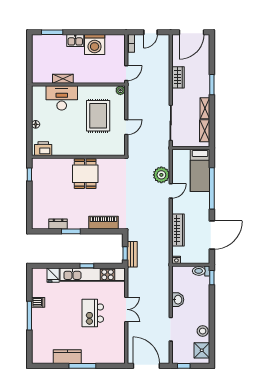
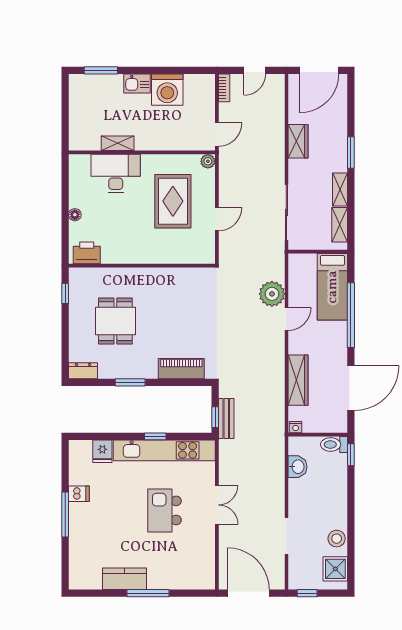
dining table: (85, 174) -> (115, 321), moved
dresser: (58, 224) -> (83, 371), moved
washbasin: (178, 300) -> (298, 467), moved

